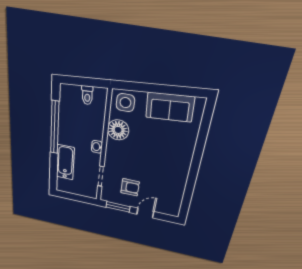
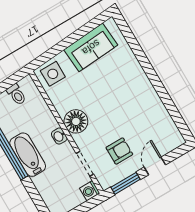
floor lamp: (118, 130) -> (76, 121), moved
bathtub: (65, 162) -> (28, 155), moved
washing machine: (91, 193) -> (90, 191), added

